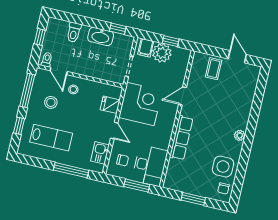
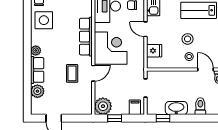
plant: (162, 53) -> (103, 106), moved
coffee table: (214, 69) -> (72, 73), moved
plant: (248, 90) -> (37, 91), added
stool: (51, 102) -> (188, 39), moved
corner desk: (140, 104) -> (111, 48), moved, turned 180
row of seats: (243, 114) -> (37, 70), added

